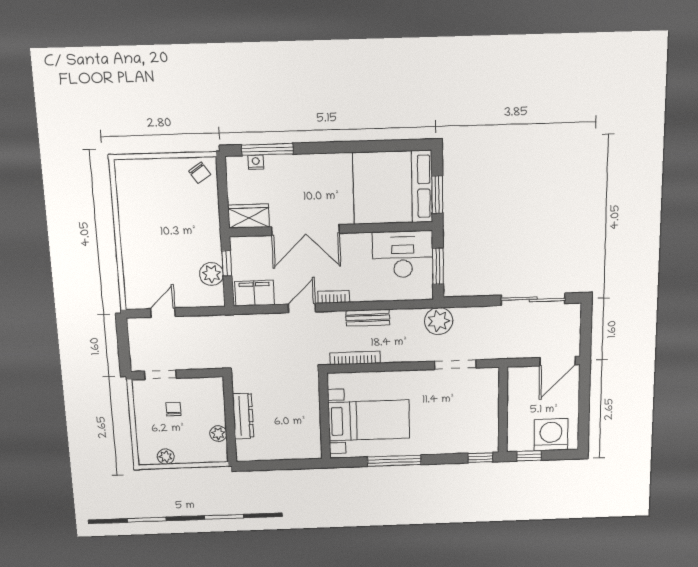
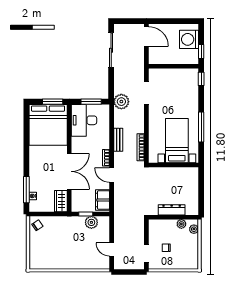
plant: (166, 457) -> (194, 229), moved

